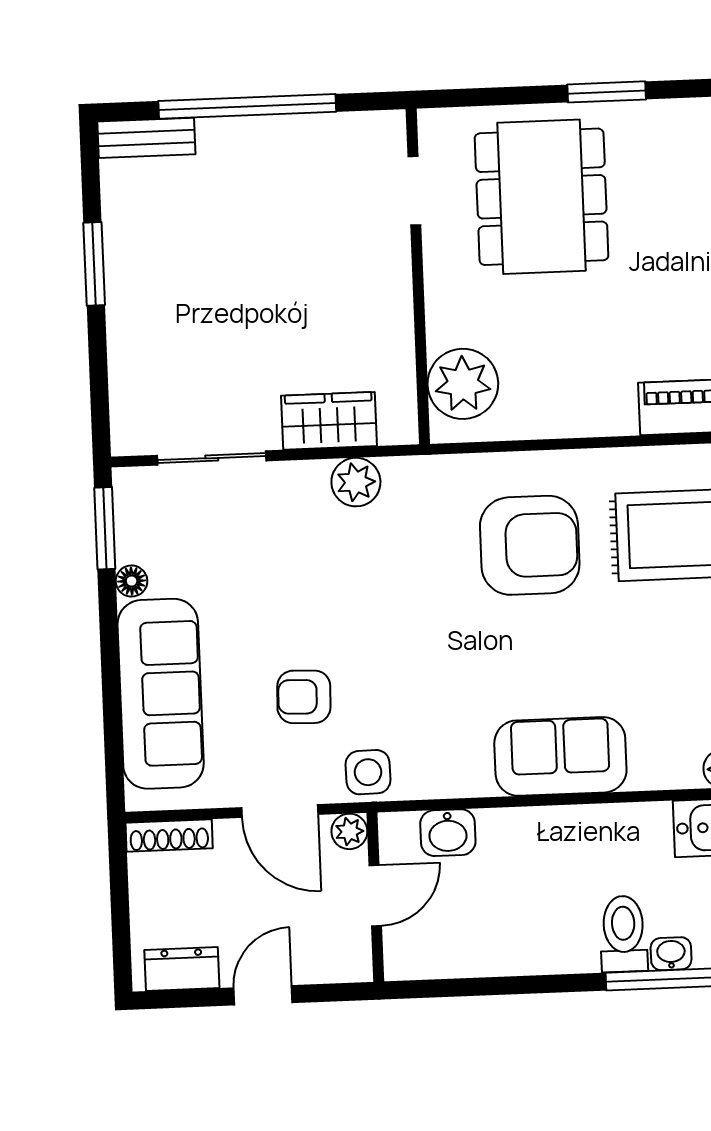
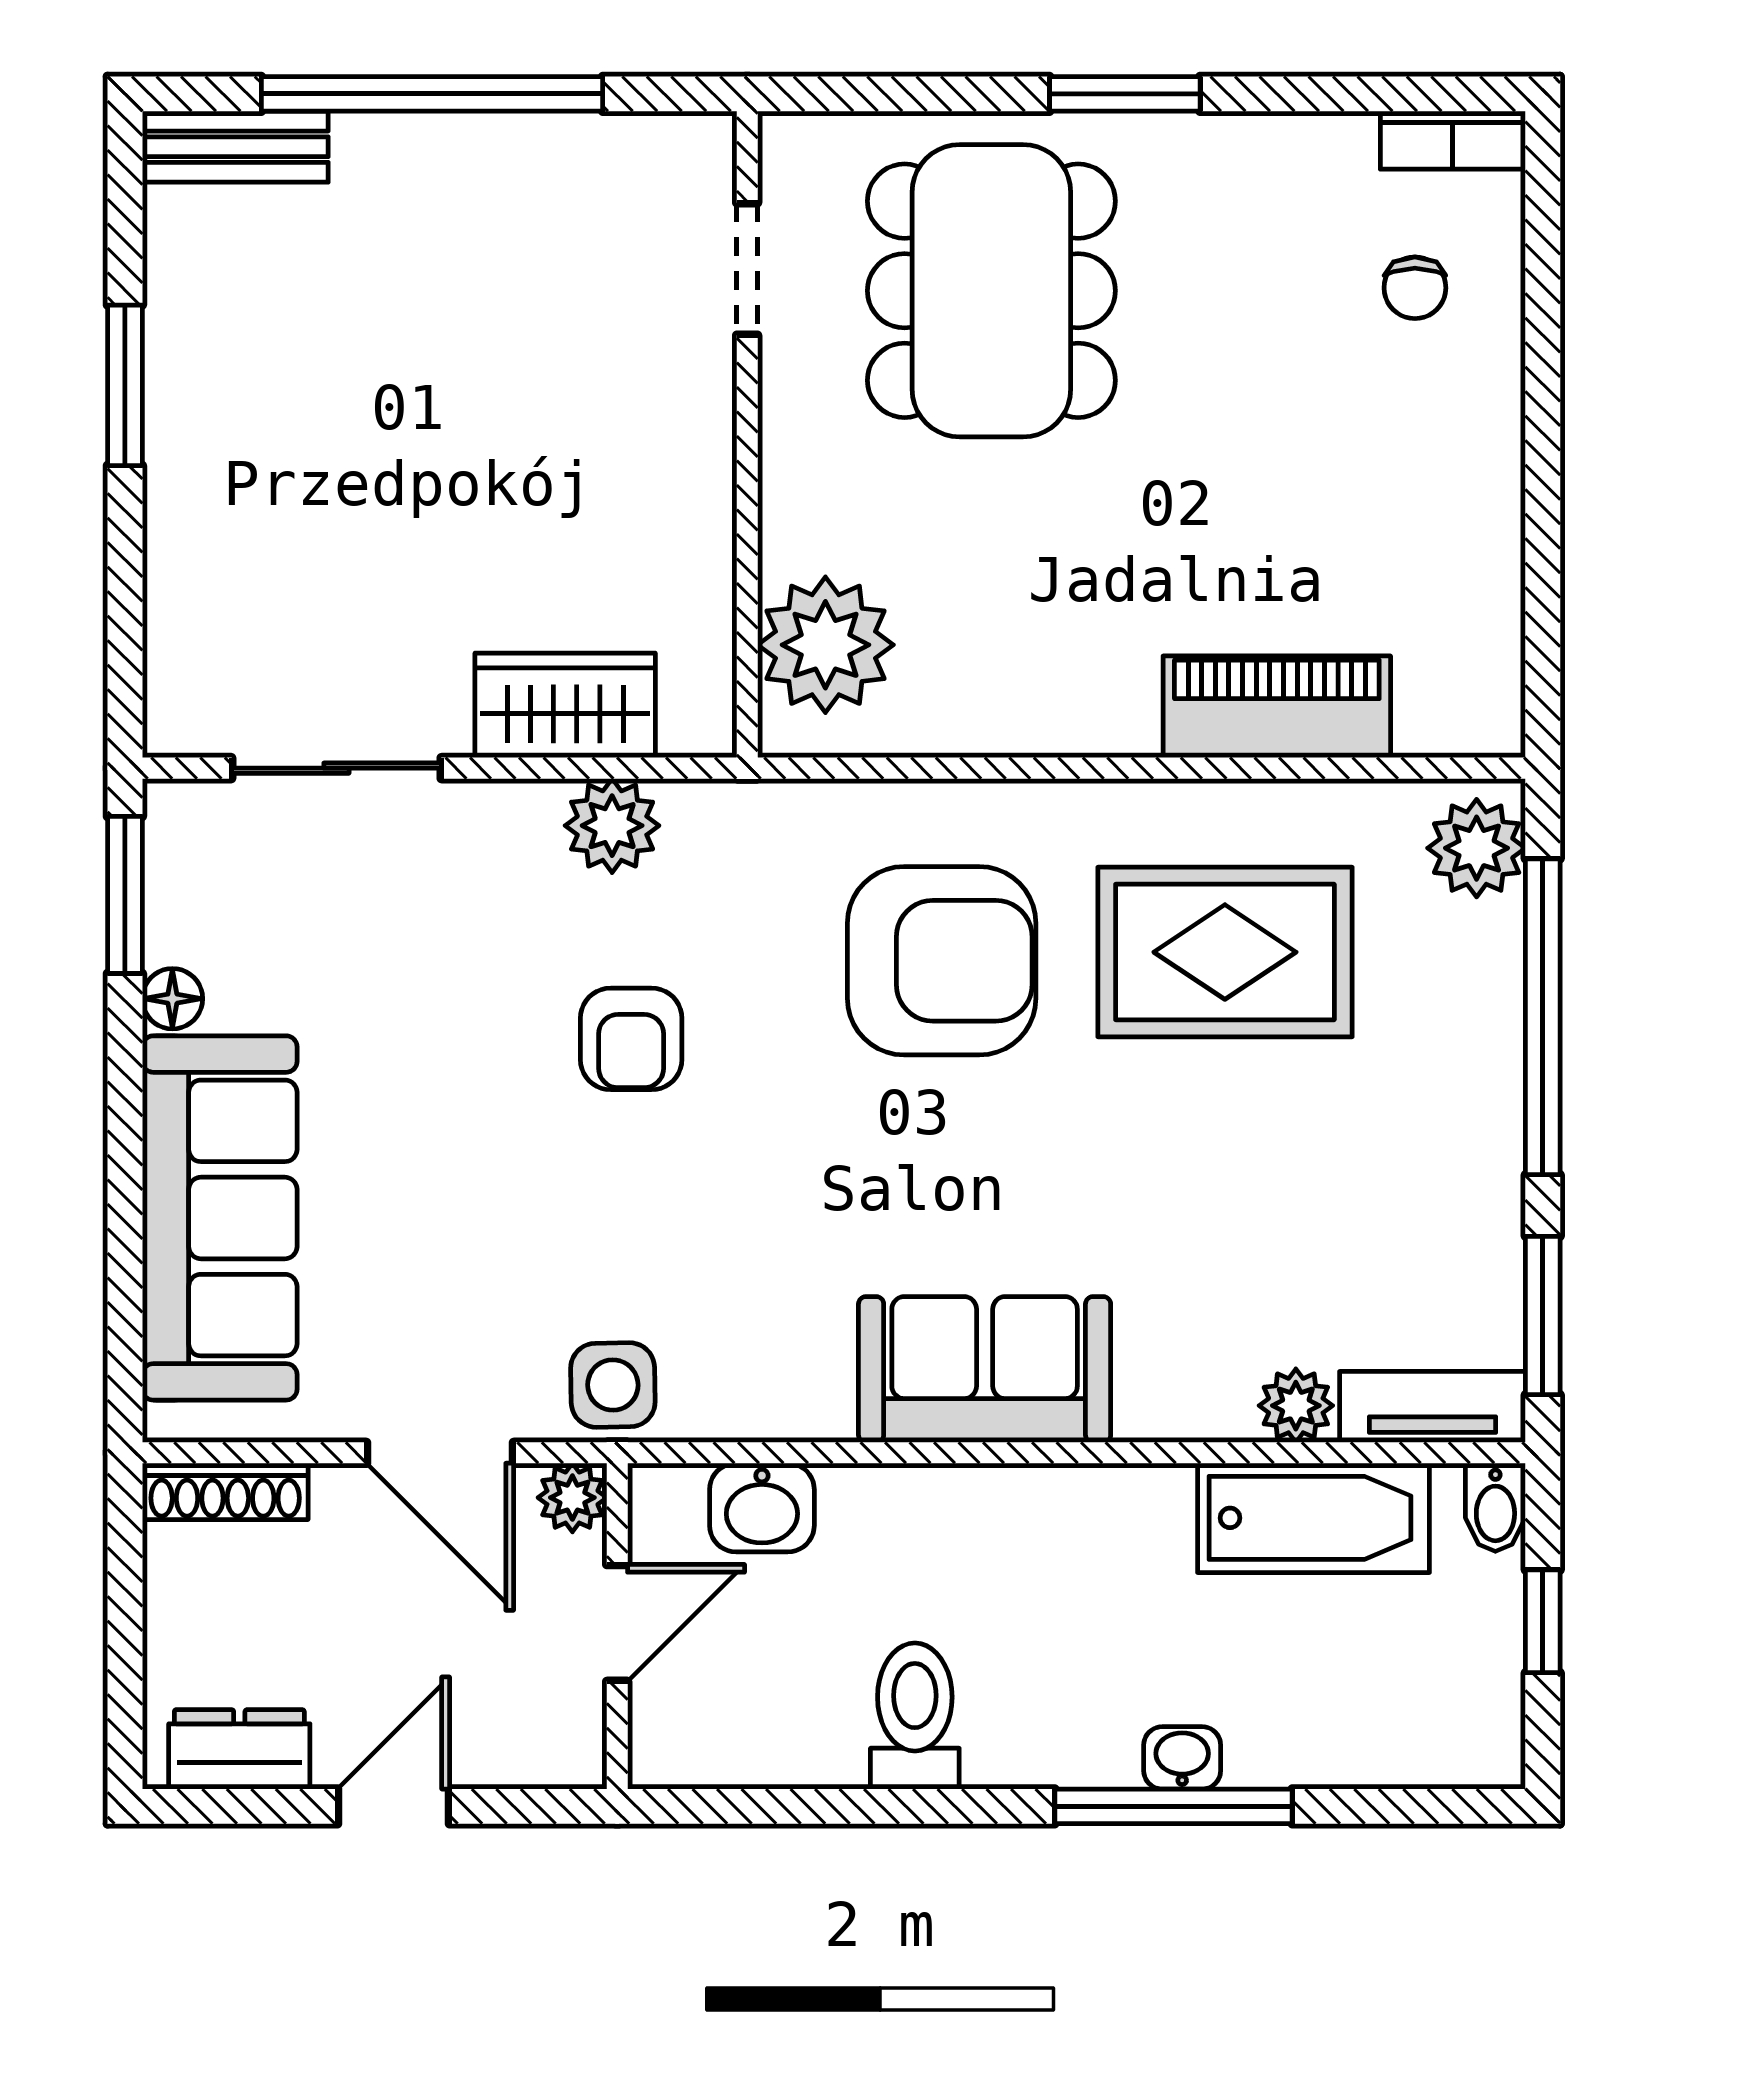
armchair: (304, 697) -> (631, 1039), moved, turned -92
toilet: (624, 934) -> (915, 1716), moved

